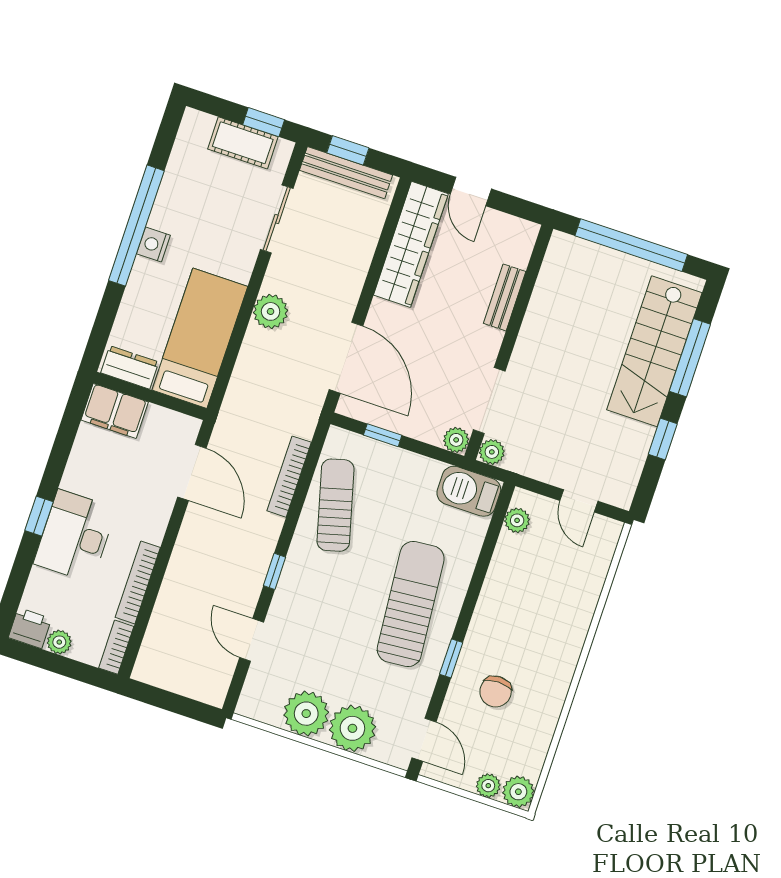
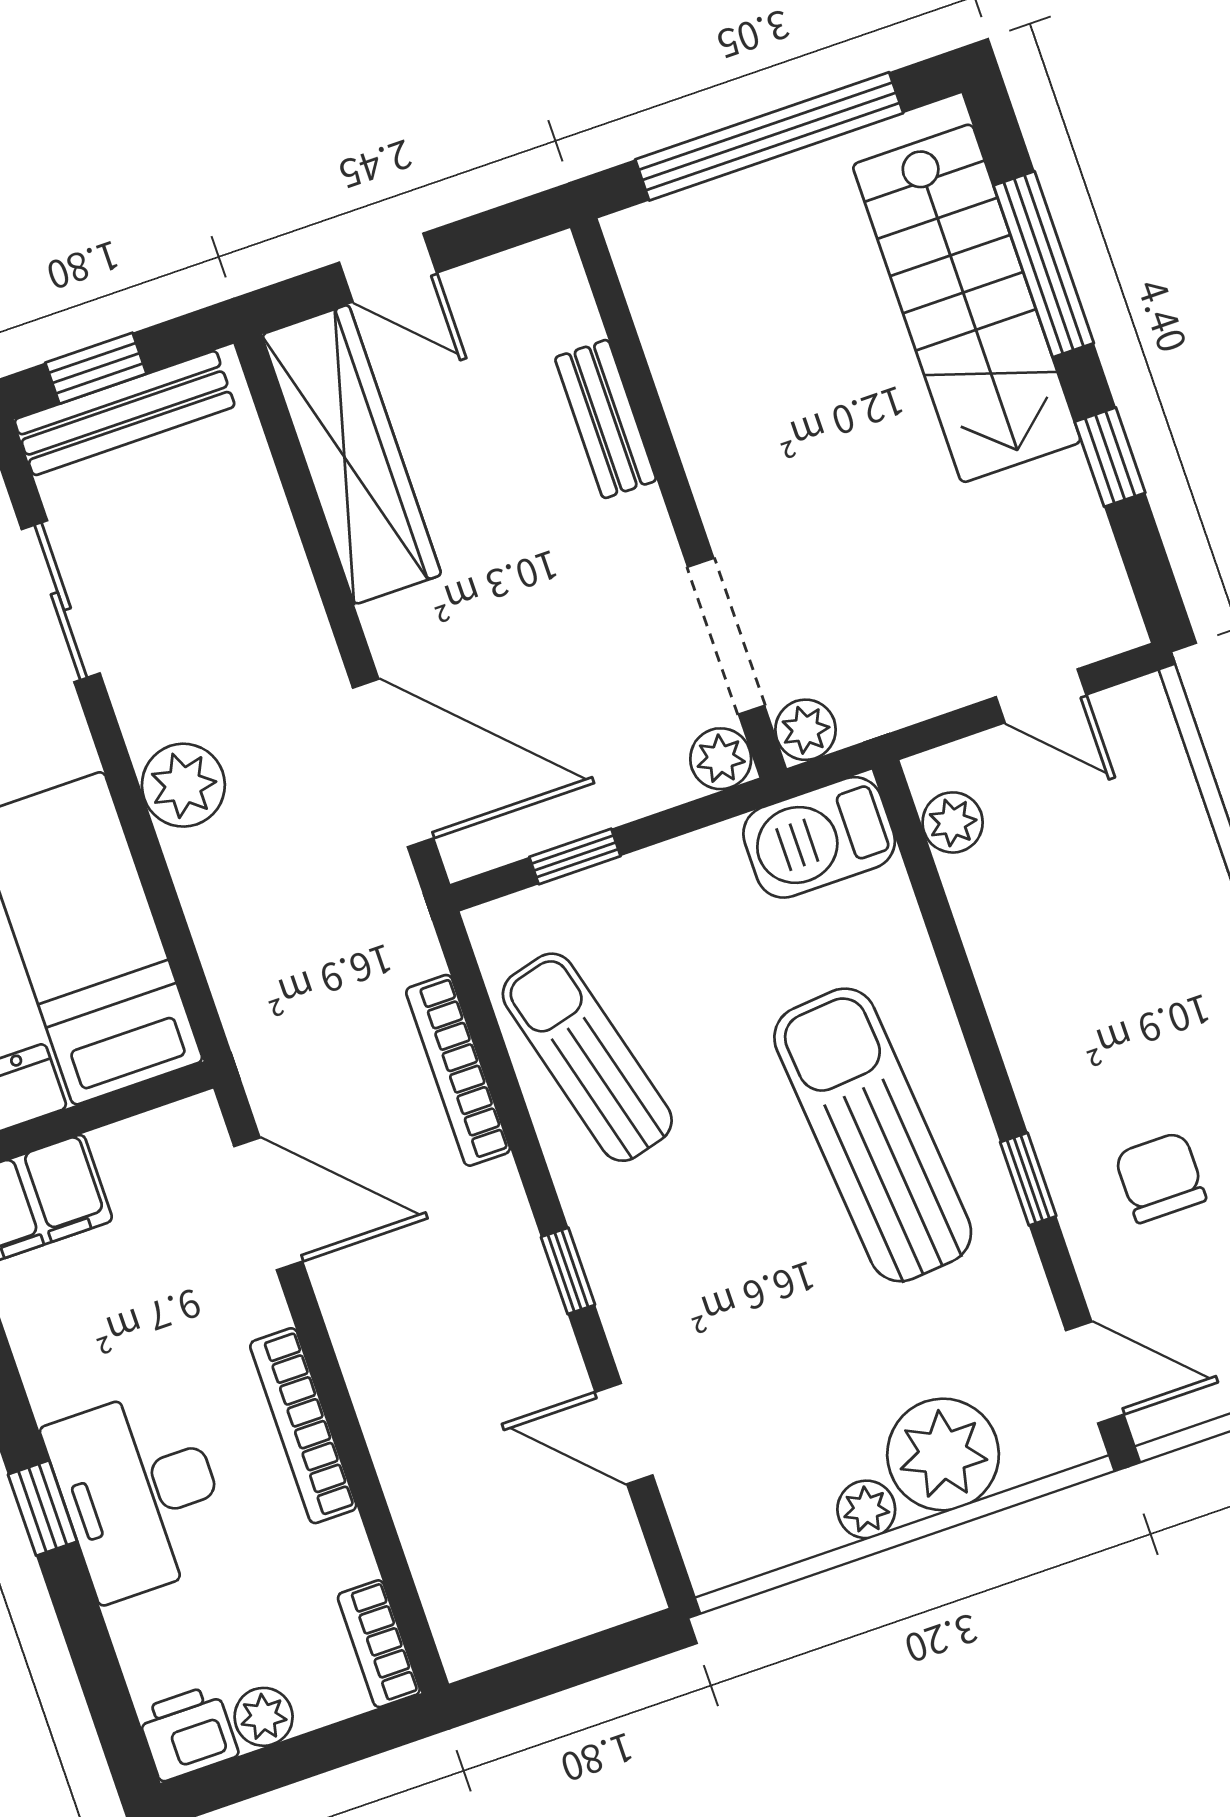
bookcase: (138, 582) -> (303, 1426), moved
chair: (496, 692) -> (1160, 1177), turned 180
plant: (306, 714) -> (866, 1509), width x0.53, depth x0.53

